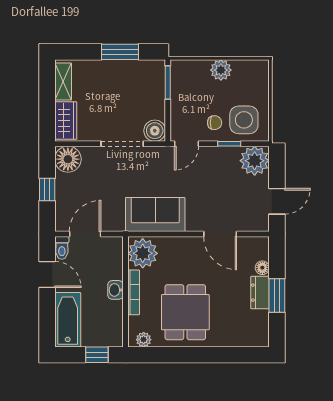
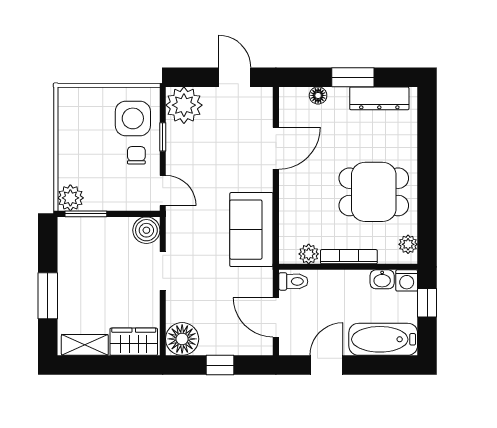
window: (120, 52) -> (48, 296), moved
plant: (221, 70) -> (70, 198), moved
doorway: (122, 144) -> (163, 271), width x0.73
toilet: (62, 248) -> (293, 281), moved
plant: (143, 253) -> (309, 254), width x0.53, depth x0.53
washbasin: (115, 290) -> (382, 279), moved
dresser: (260, 293) -> (379, 98), moved, width x1.44
washing machine: (115, 338) -> (407, 280), added

